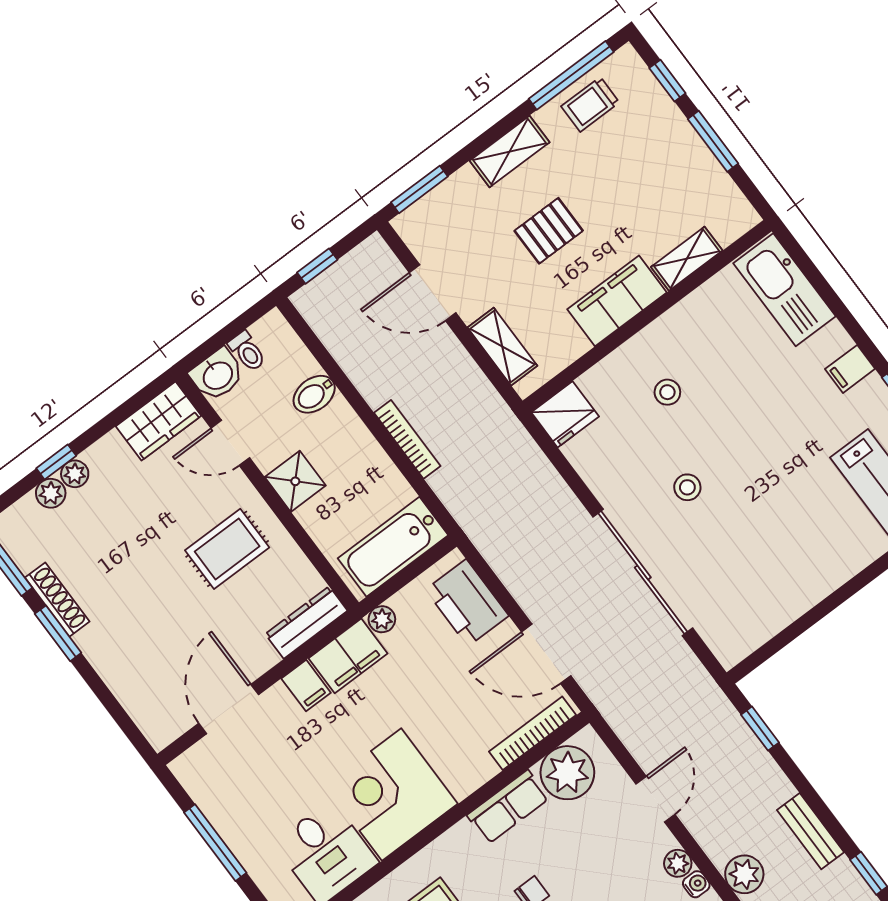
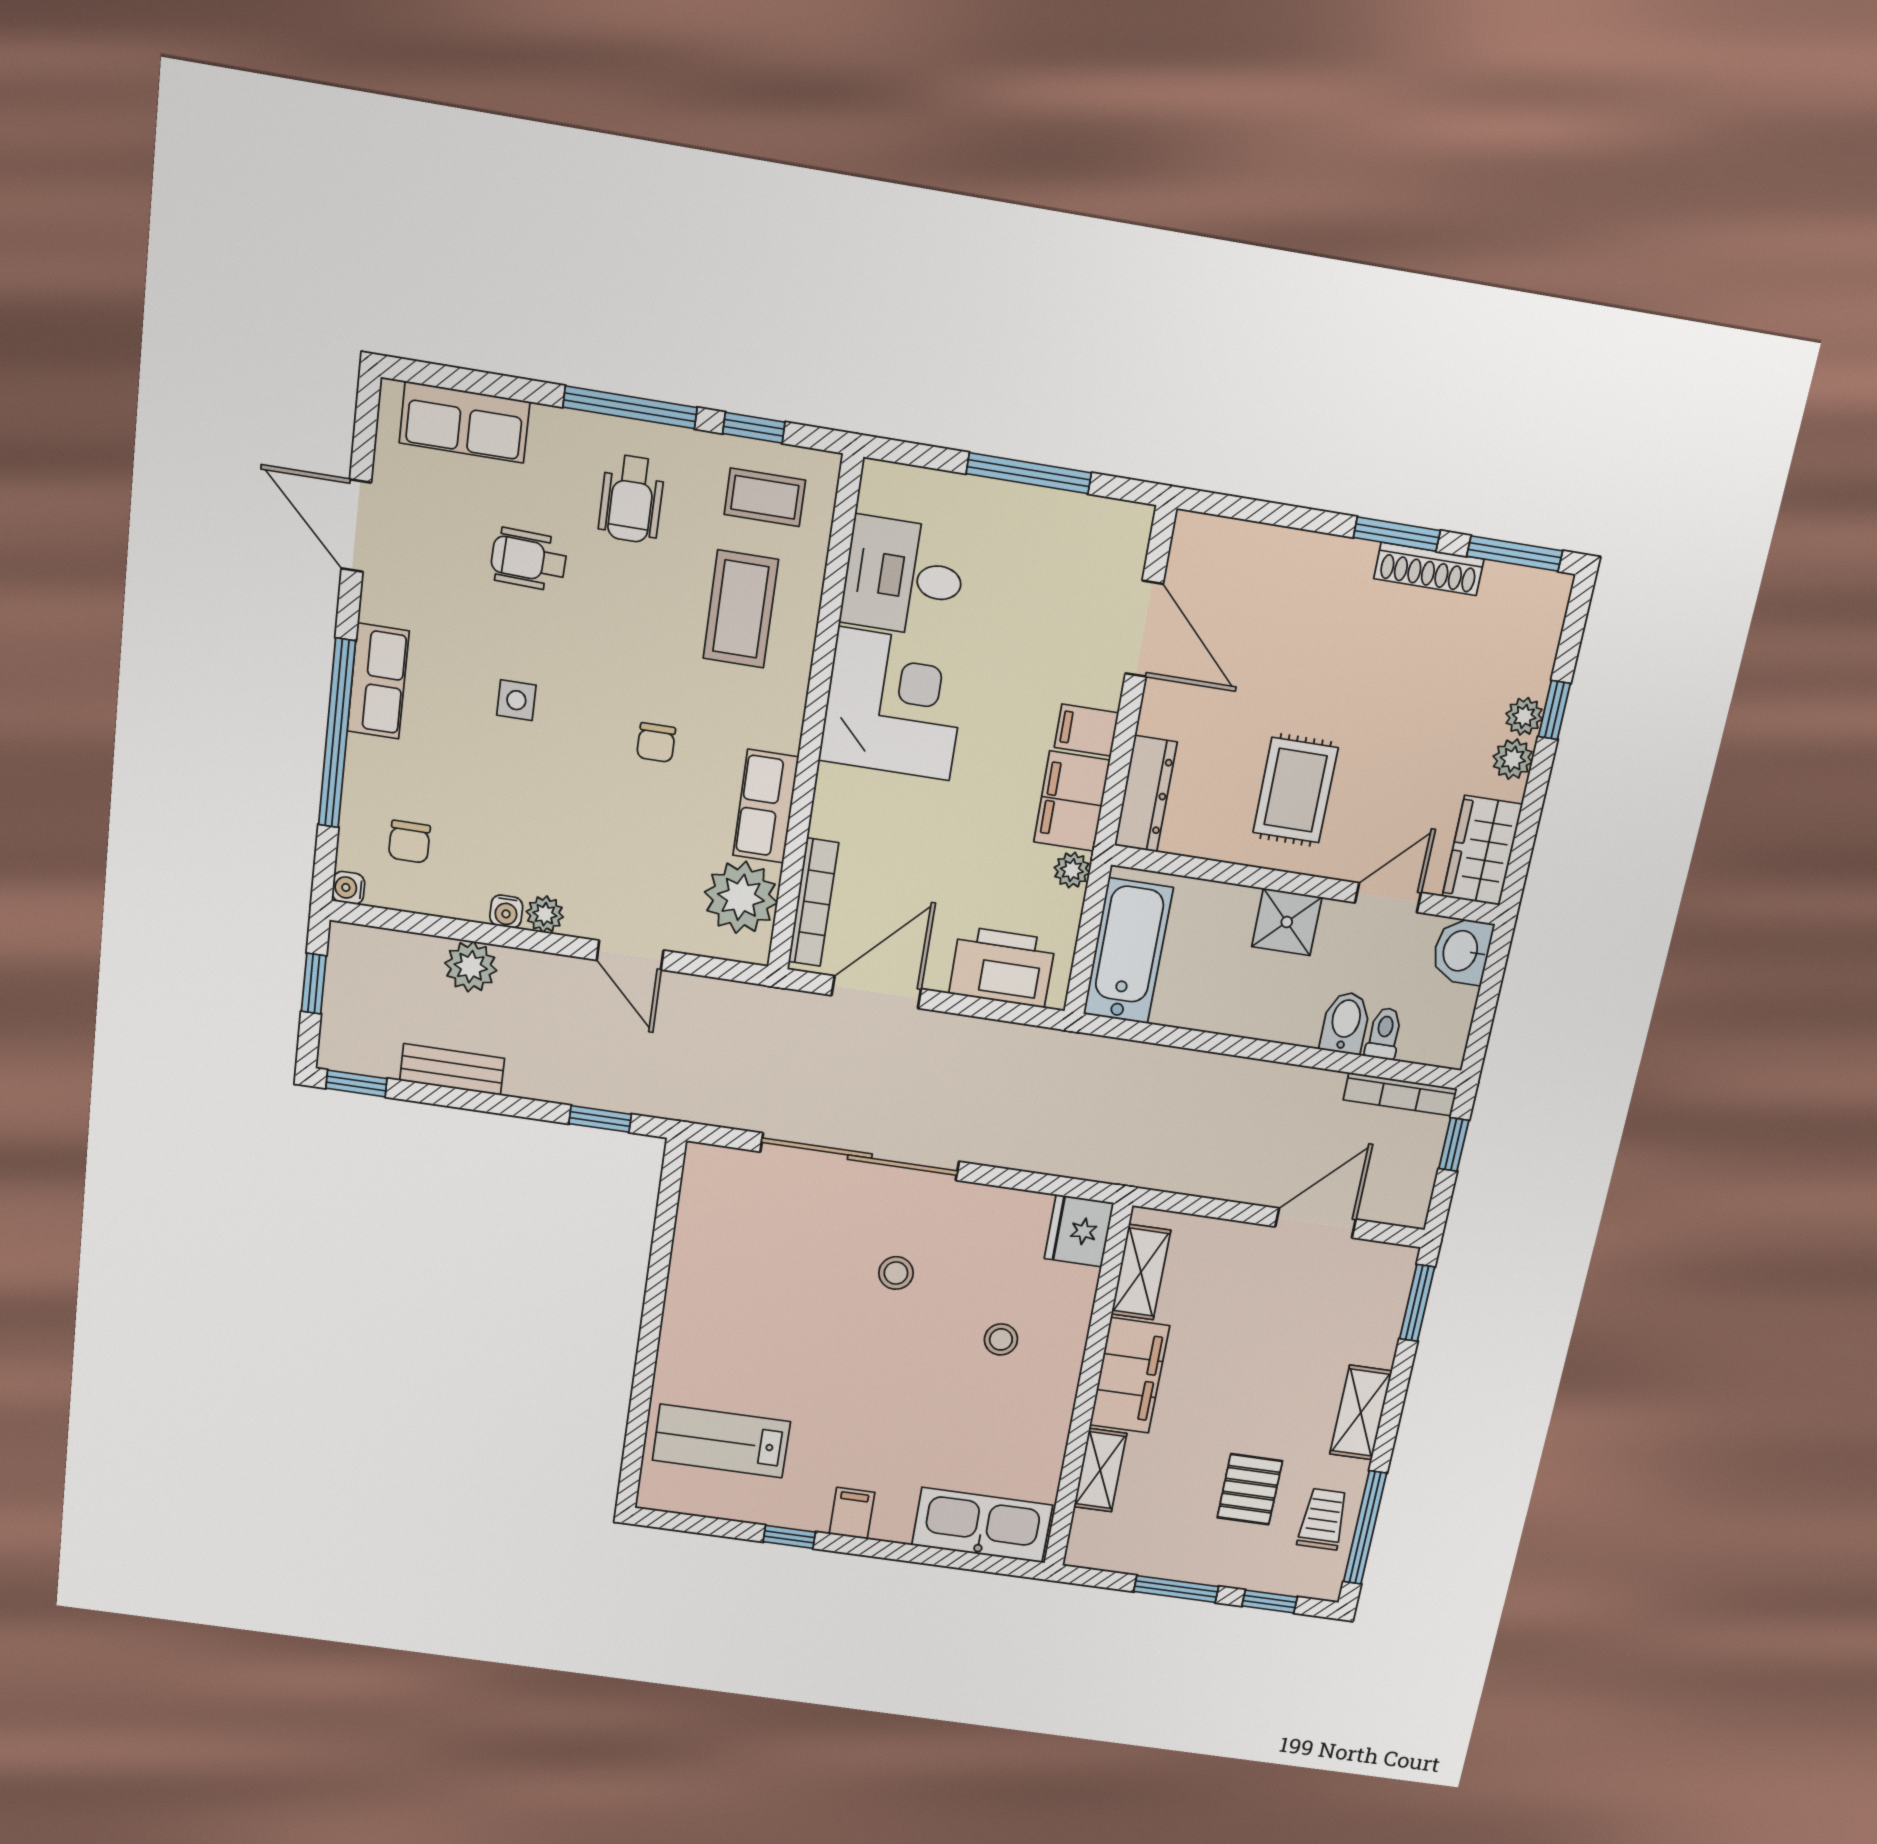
pallet: (549, 231) -> (1250, 1489), moved
shelving: (502, 347) -> (1141, 1272), moved, turned 90
toilet: (247, 351) -> (1384, 1033), moved, turned 90
bookcase: (407, 439) -> (1400, 1094), moved
plant: (51, 493) -> (1513, 759), moved

